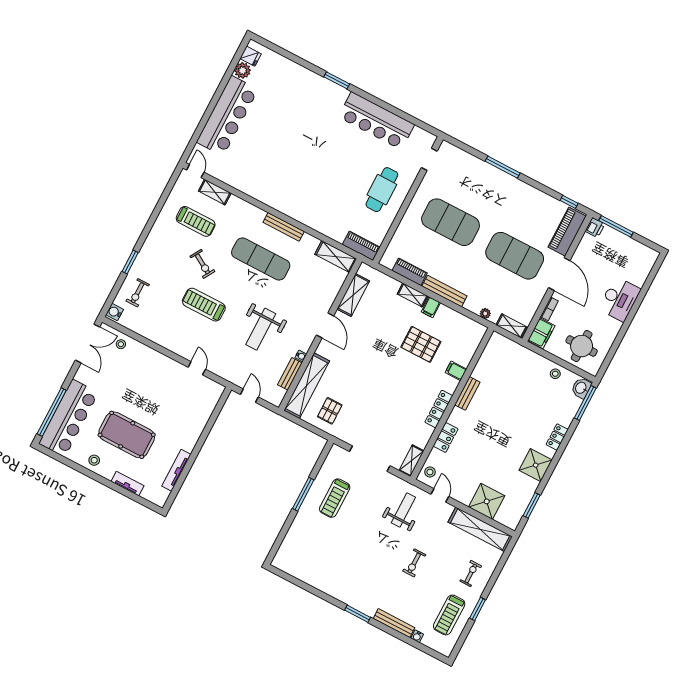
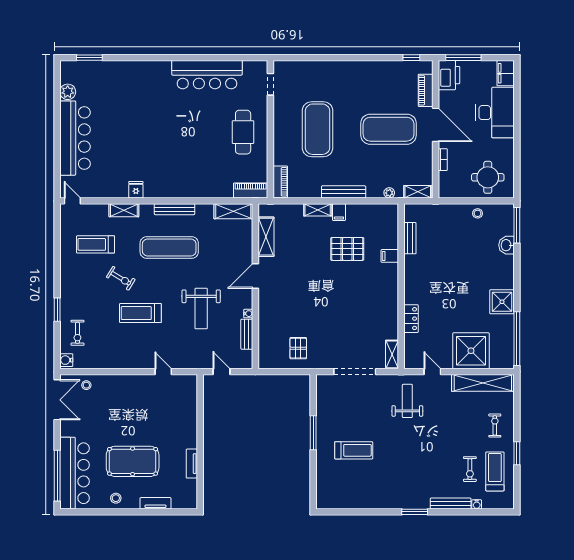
fridge: (251, 56) -> (136, 190), moved, turned -90
window: (337, 80) -> (89, 58), moved
window: (503, 167) -> (338, 58), removed
shelving: (215, 192) -> (124, 210), moved
treadmill: (196, 221) -> (96, 244), turned 180
exercise mat: (451, 222) -> (318, 129), turned 90
printer: (595, 228) -> (449, 75), width x1.87, depth x1.48
piano: (567, 232) -> (426, 90), width x0.73, depth x0.75
piano: (410, 272) -> (280, 182), moved, turned 90
desk: (619, 299) -> (495, 113), width x1.36, depth x1.30
door: (325, 325) -> (255, 276), swing flipped
filing cabinet: (541, 333) -> (506, 73), moved, turned 180
shelving: (307, 386) -> (267, 337), removed
washbasin: (581, 388) -> (506, 245), moved
bench: (467, 393) -> (410, 238), moved
locker: (439, 409) -> (392, 297), removed
locker: (557, 437) -> (508, 268), removed
tv unit: (176, 470) -> (192, 464), width x0.71
stool: (430, 472) -> (413, 356), removed
treadmill: (335, 498) -> (354, 450), moved, turned -90
shower: (487, 501) -> (471, 351), width x1.37, depth x1.37
window: (532, 505) -> (517, 339), width x2.11
exercise bike: (414, 563) -> (470, 469), moved
treadmill: (449, 615) -> (495, 471), turned 180

